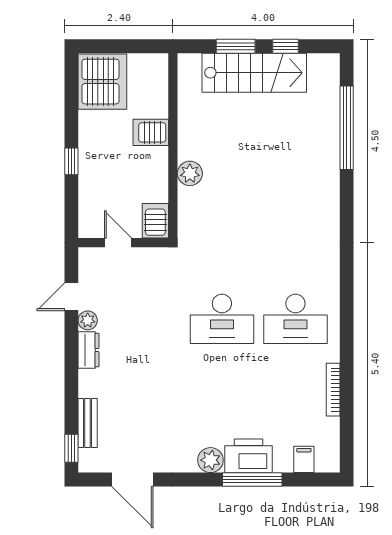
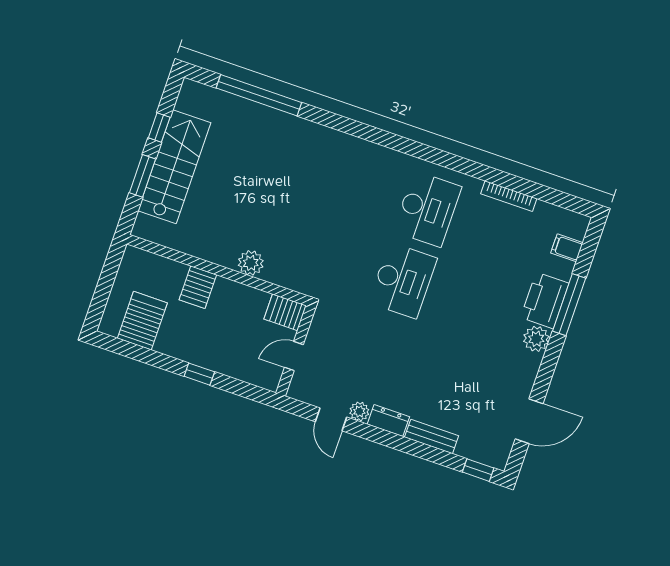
server rack: (102, 82) -> (142, 321), width x0.63
bench: (88, 423) -> (432, 436), moved

